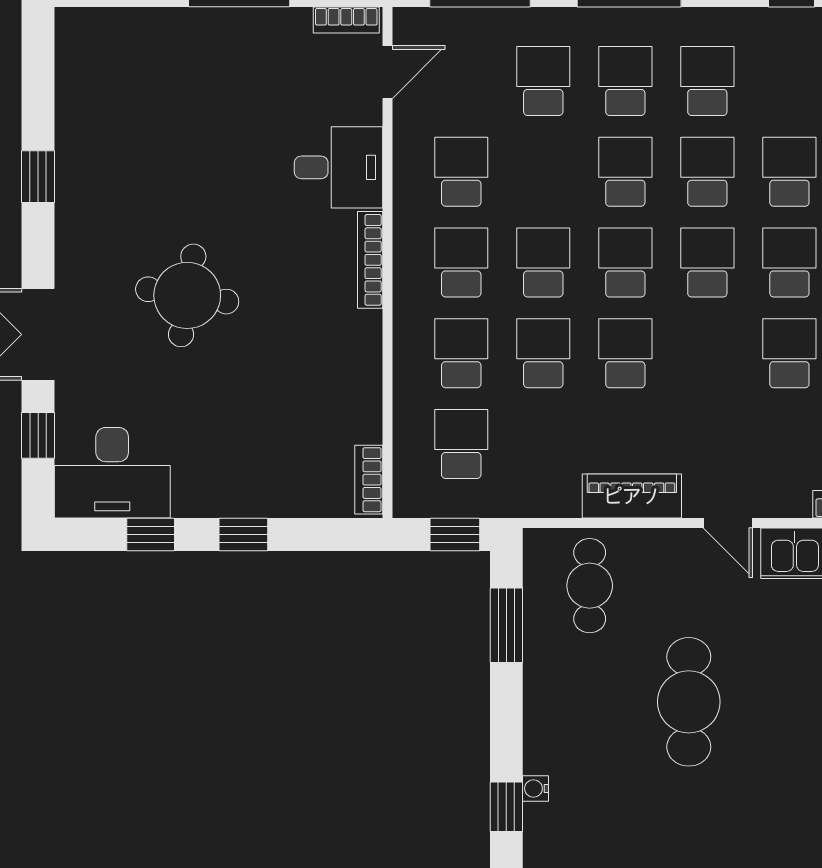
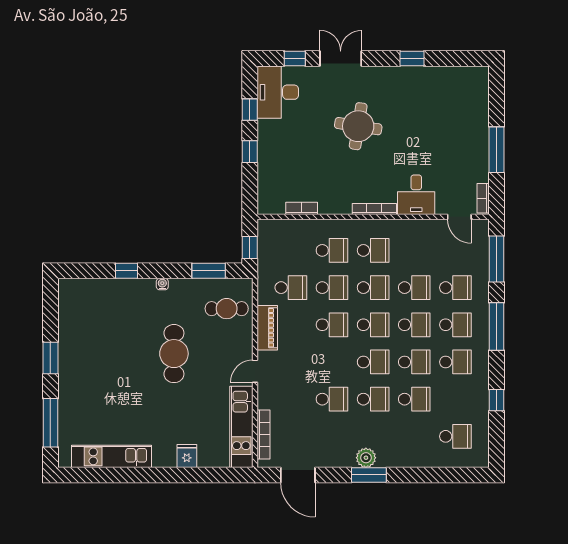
school desk: (461, 172) -> (414, 288), moved
school desk: (461, 444) -> (291, 288), moved
bookcase: (369, 480) -> (302, 208), moved
cafe table: (689, 702) -> (174, 354), turned 90
water cooler: (536, 788) -> (162, 284), moved

